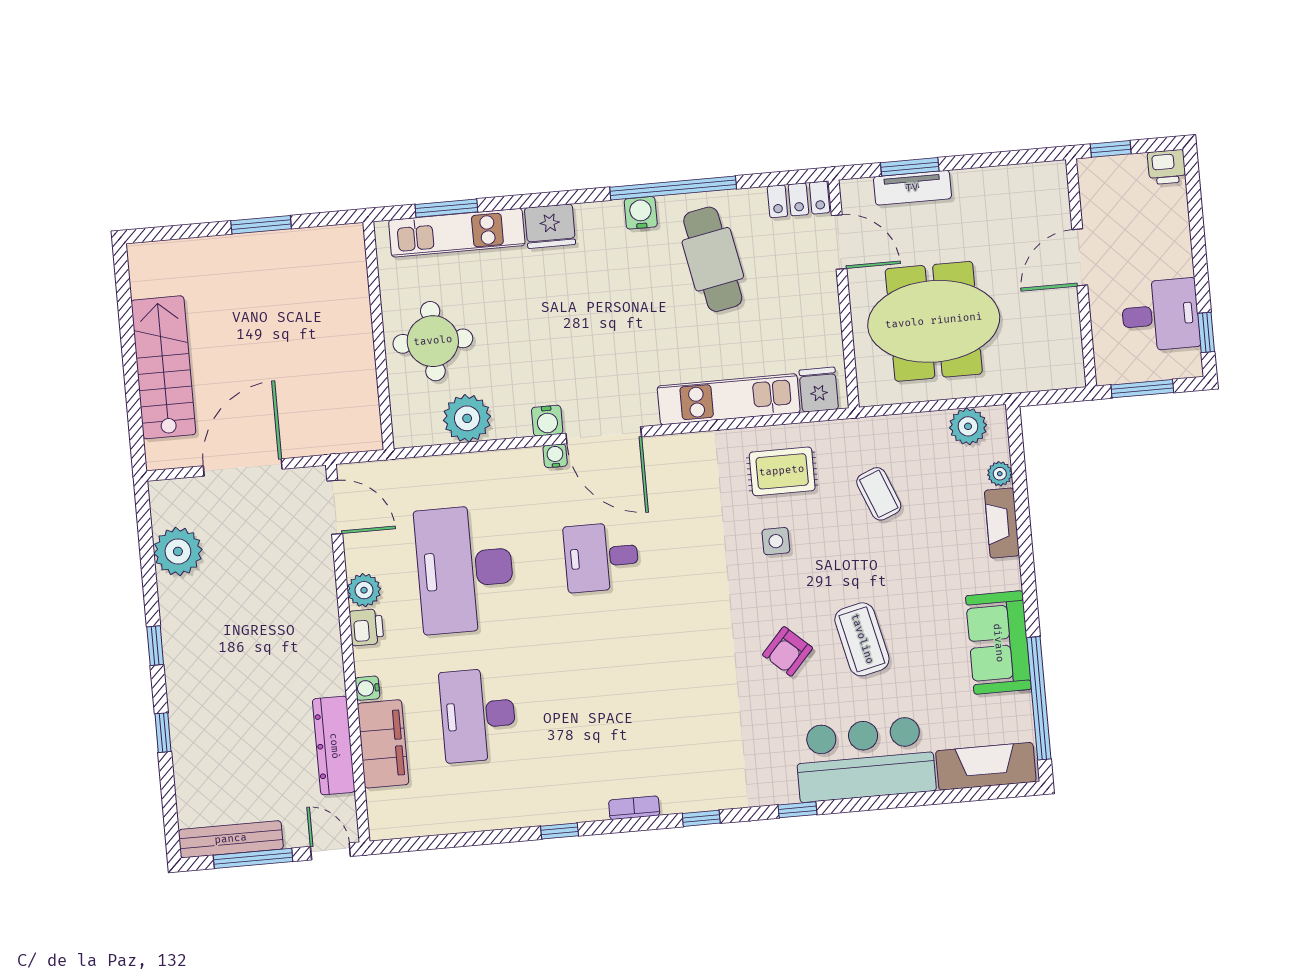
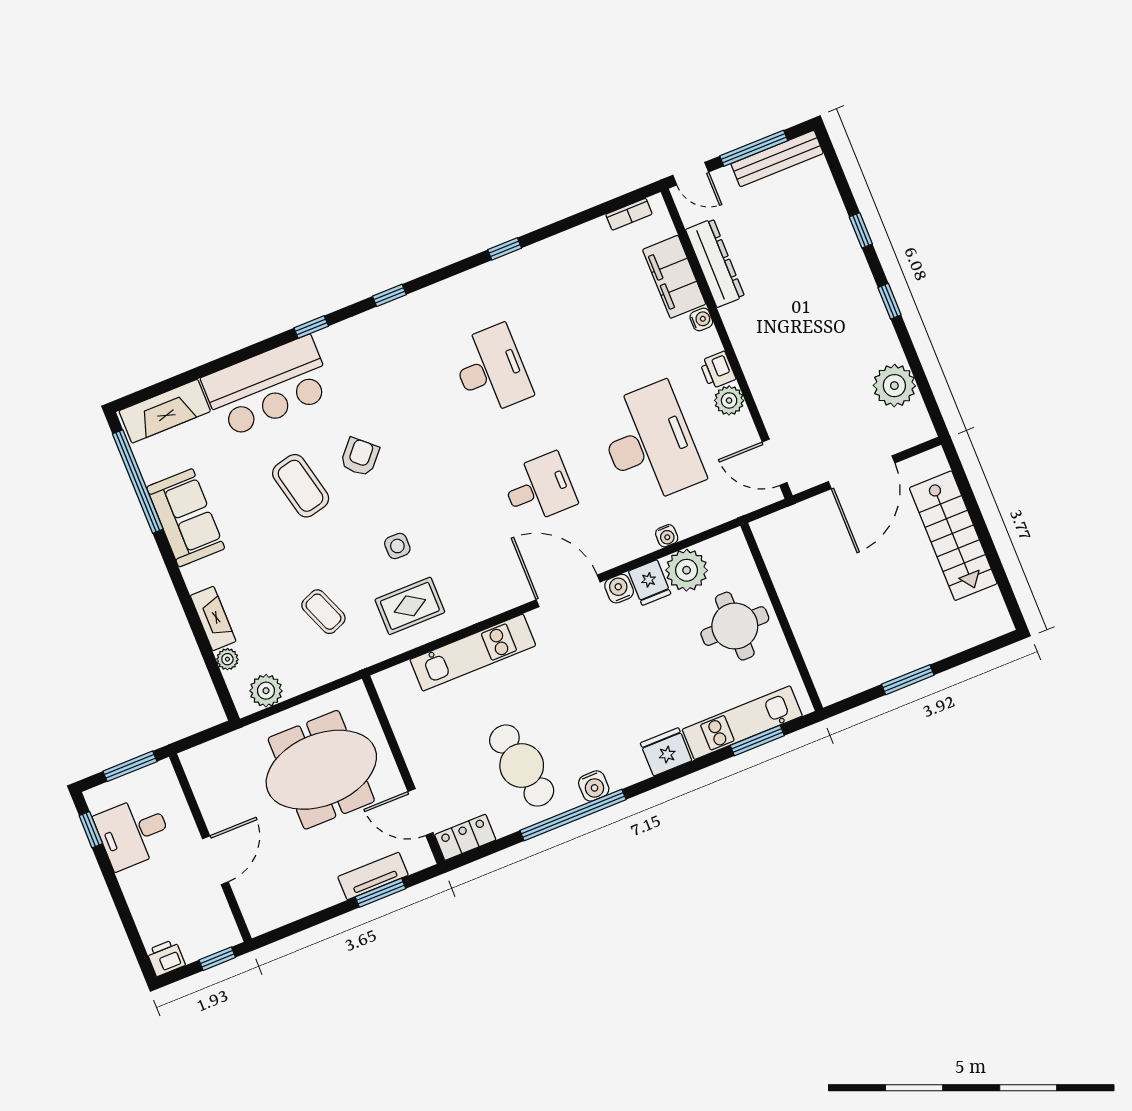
fridge: (819, 390) -> (650, 583), moved
water cooler: (555, 456) -> (667, 536), moved
desk: (478, 715) -> (491, 370), moved
bookcase: (634, 808) -> (629, 214), moved

